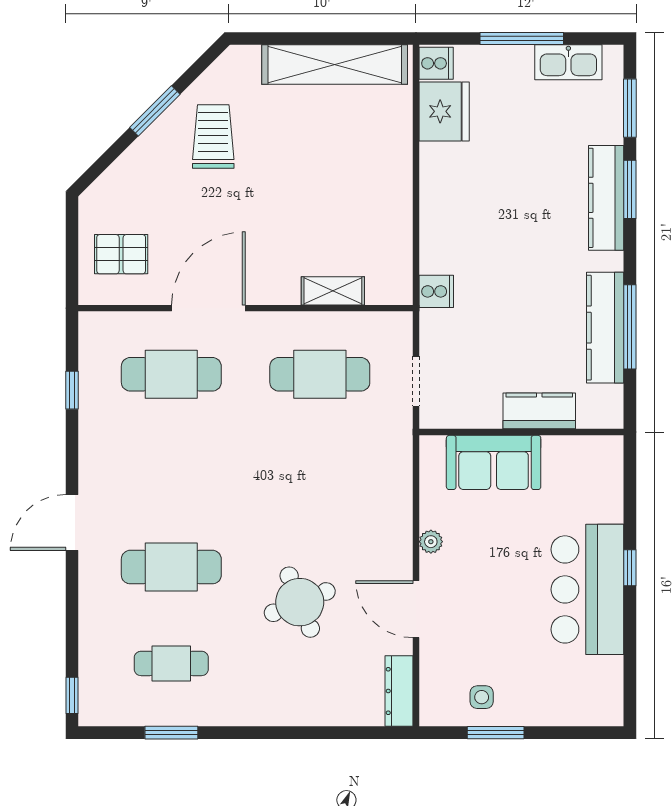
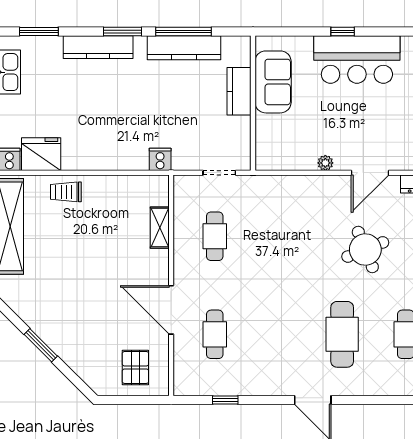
trolley: (213, 137) -> (66, 192), moved, width x0.73, depth x0.72
window: (630, 189) -> (123, 31), moved
cafe table: (171, 374) -> (215, 334), width x0.73, depth x0.74
cafe table: (320, 374) -> (215, 236), width x0.73, depth x0.74
sofa: (494, 462) -> (273, 82), moved

